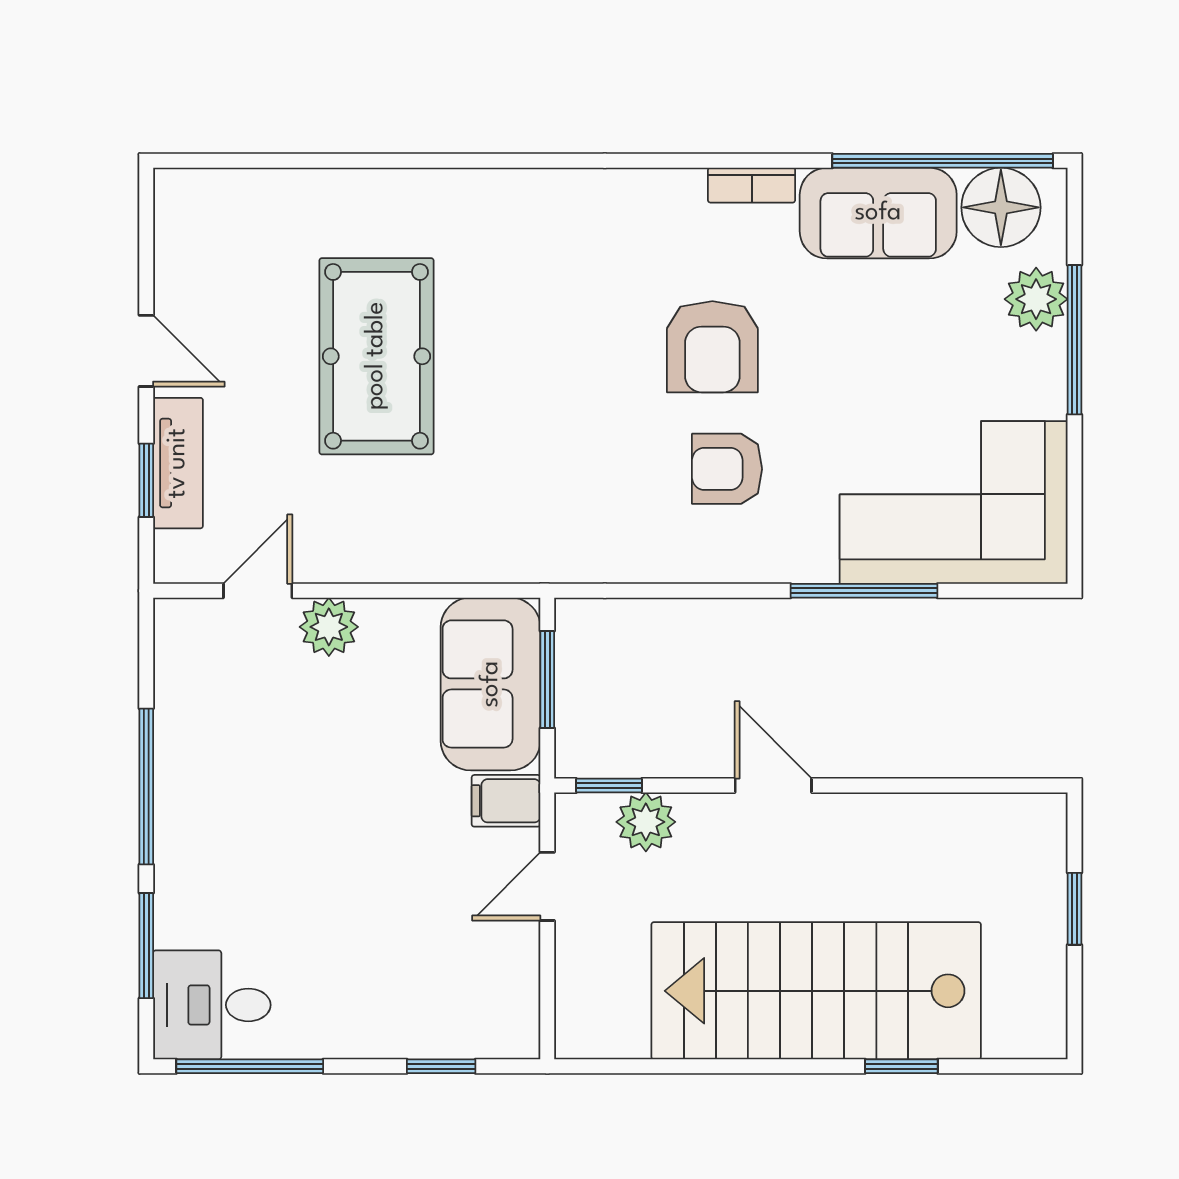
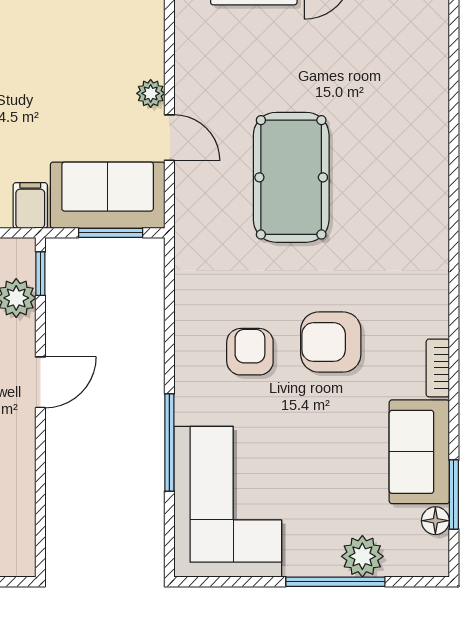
window: (943, 161) -> (454, 494), width x0.47
floor lamp: (1001, 207) -> (435, 521), width x0.53, depth x0.53
pool table: (376, 356) -> (291, 177), moved, turned 90
door: (258, 591) -> (169, 138), moved
plant: (329, 627) -> (151, 93), width x0.73, depth x0.73

